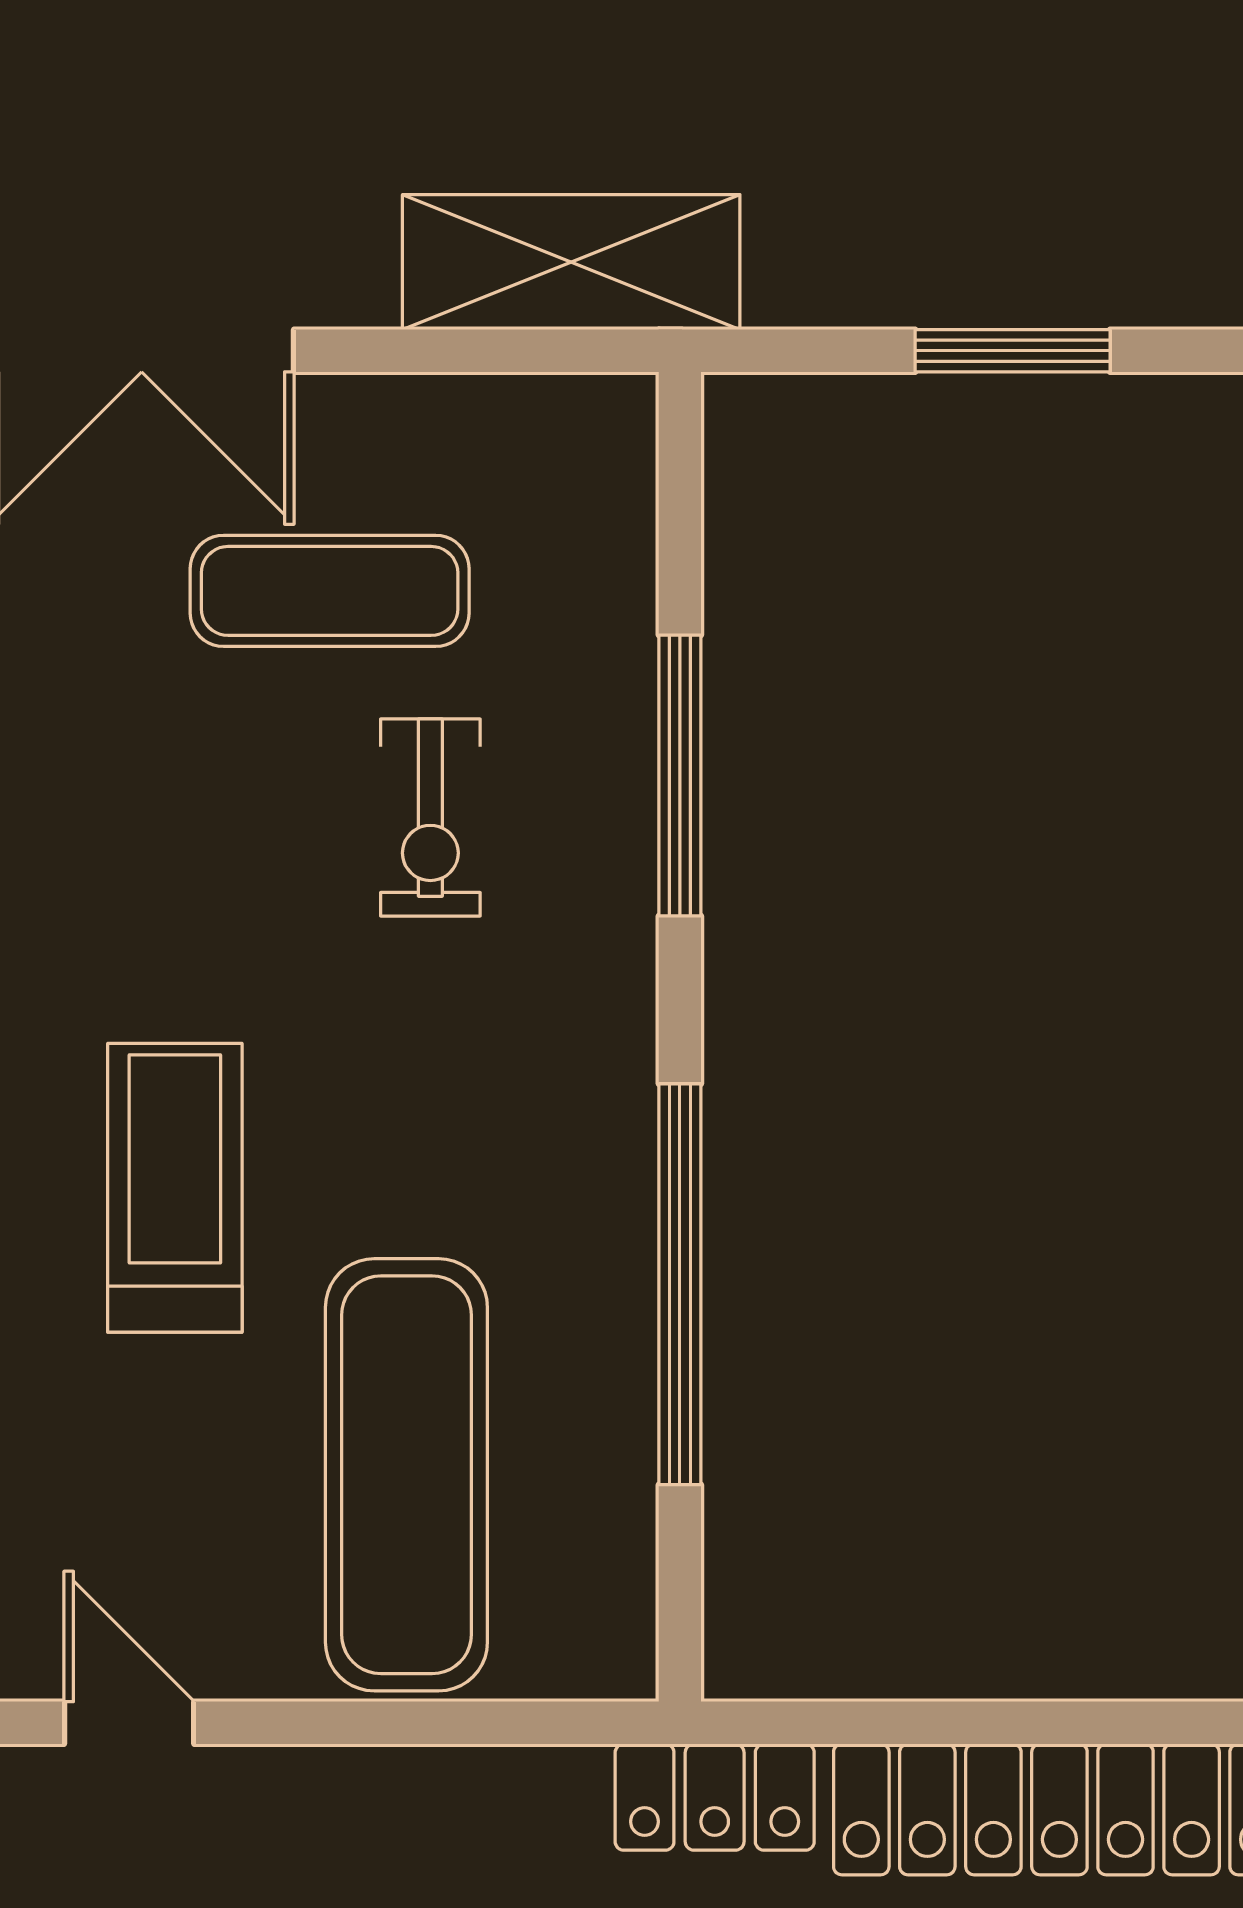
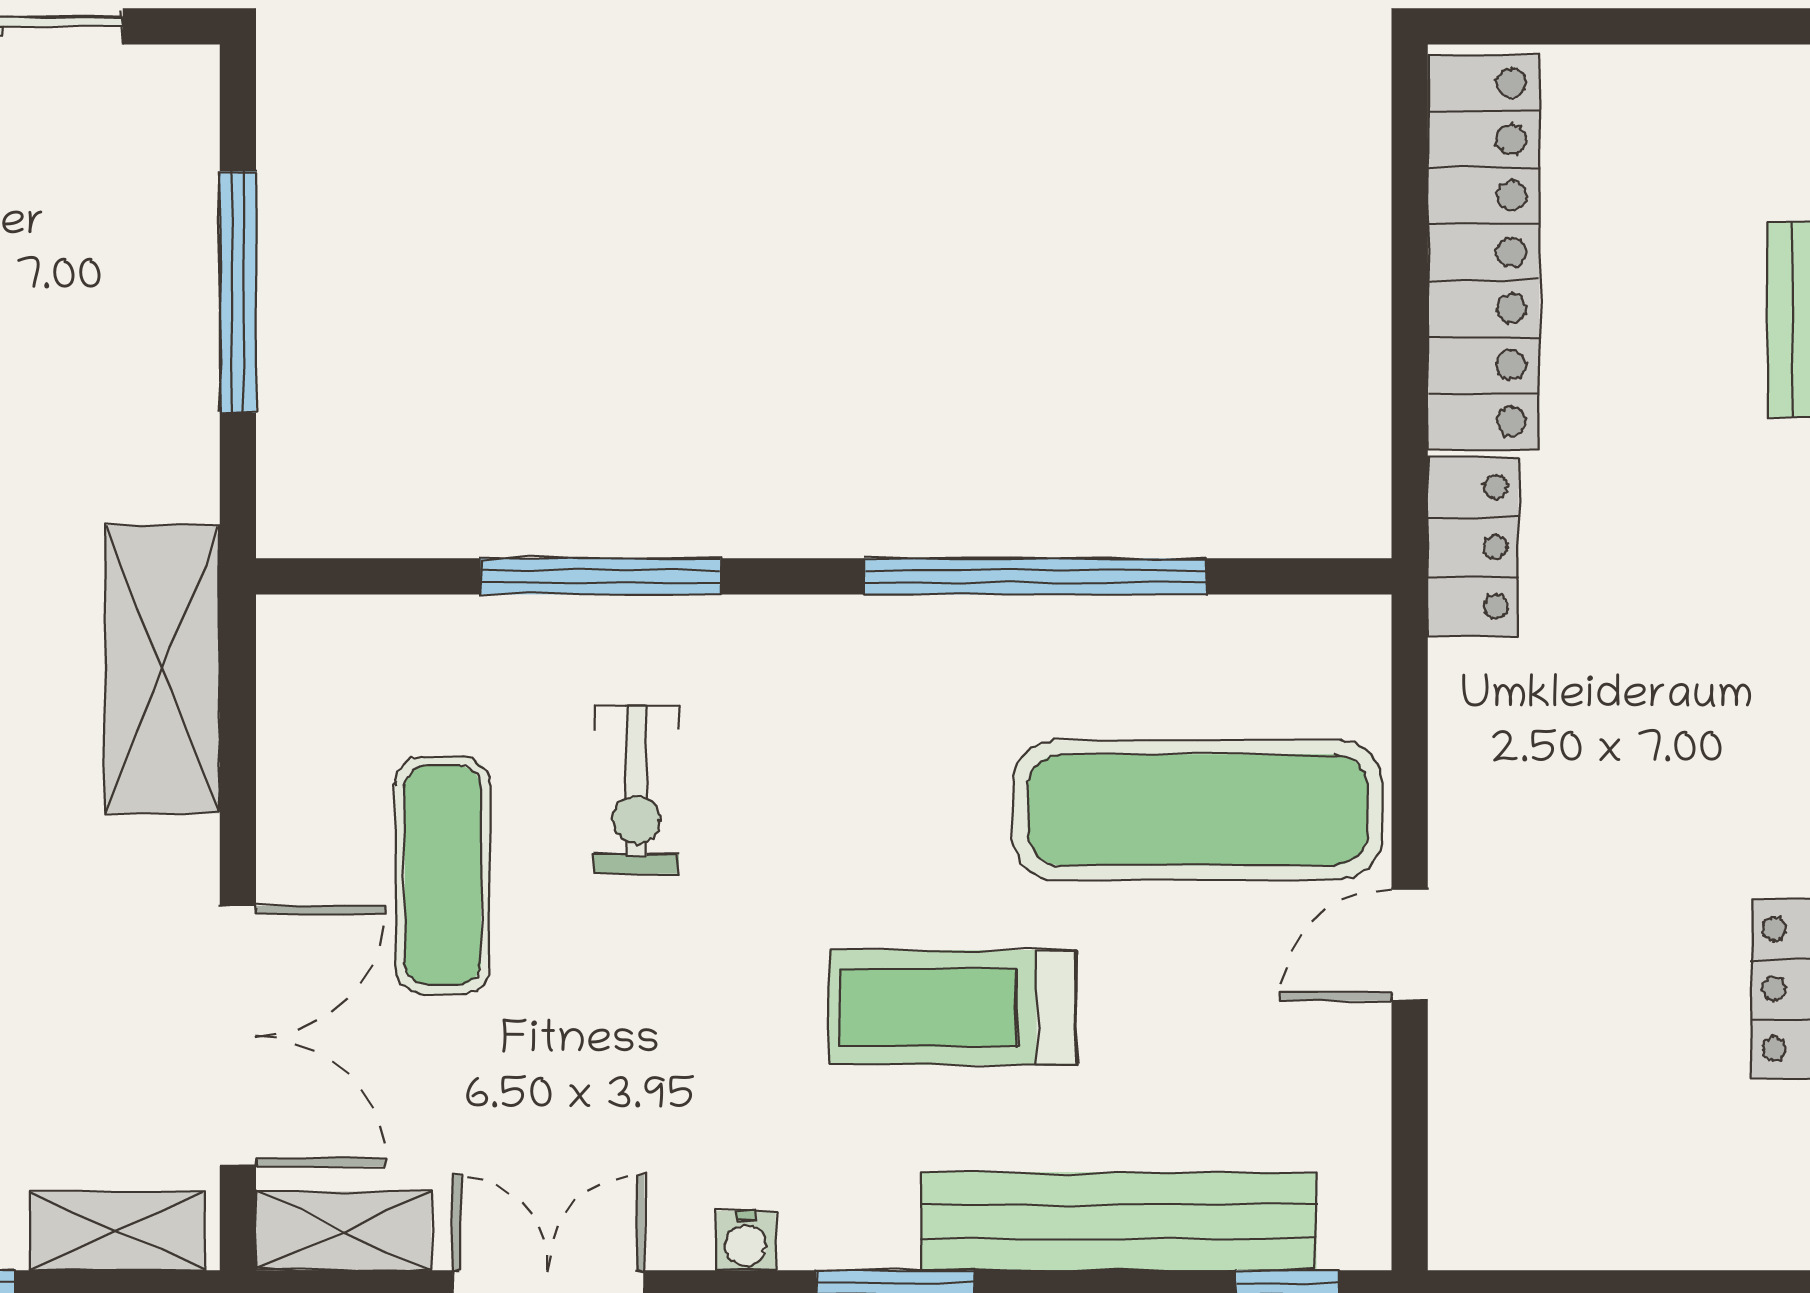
window: (1013, 351) -> (238, 292), width x1.44
exercise bike: (430, 817) -> (636, 789), turned 90
door: (129, 1723) -> (1410, 945), moved

